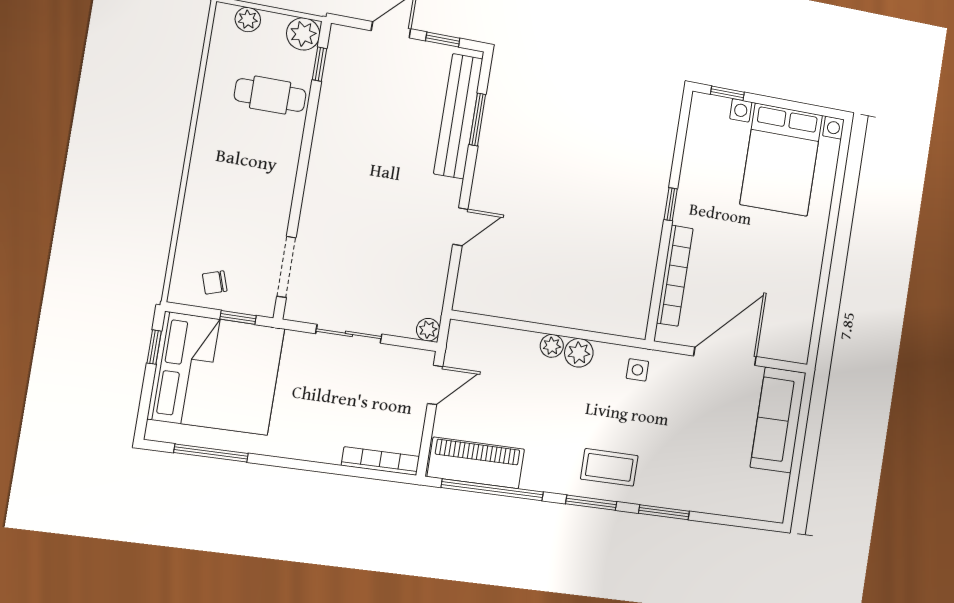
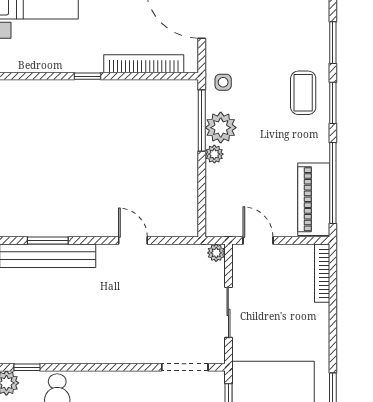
window: (595, 336) -> (202, 121), added
plant: (579, 353) -> (221, 128), width x1.36, depth x1.36

